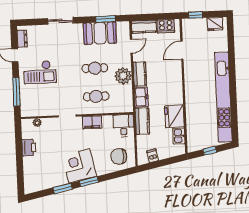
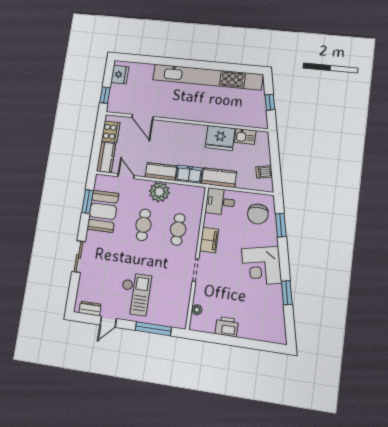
window: (89, 182) -> (281, 225), moved

